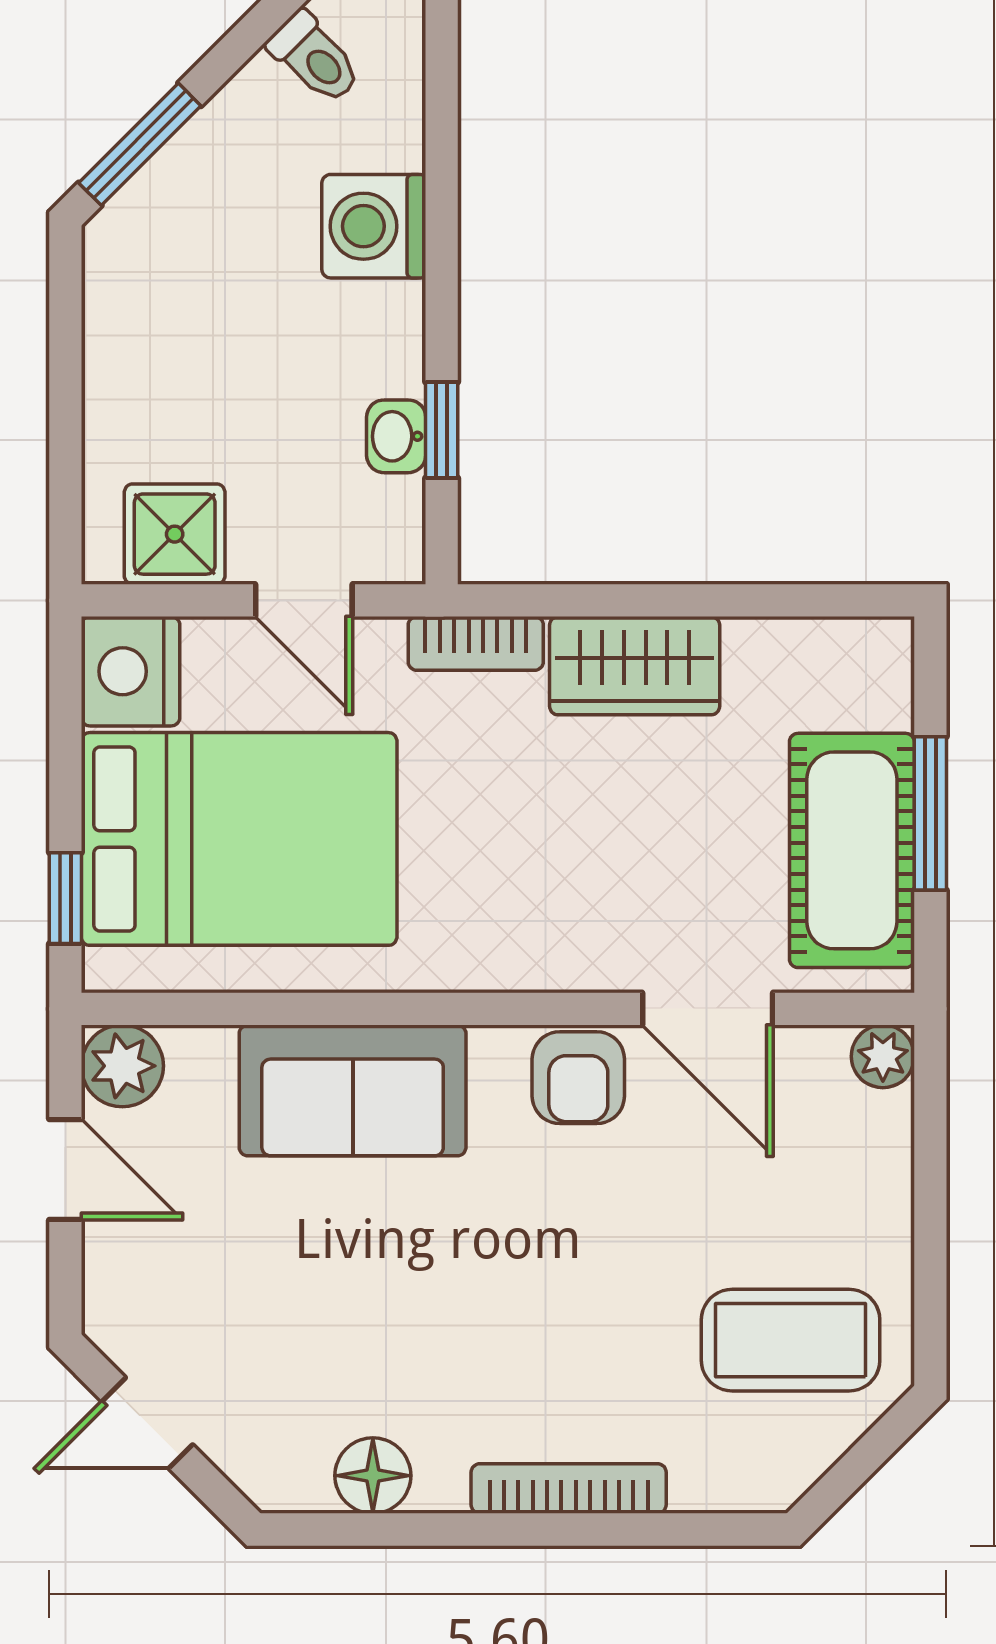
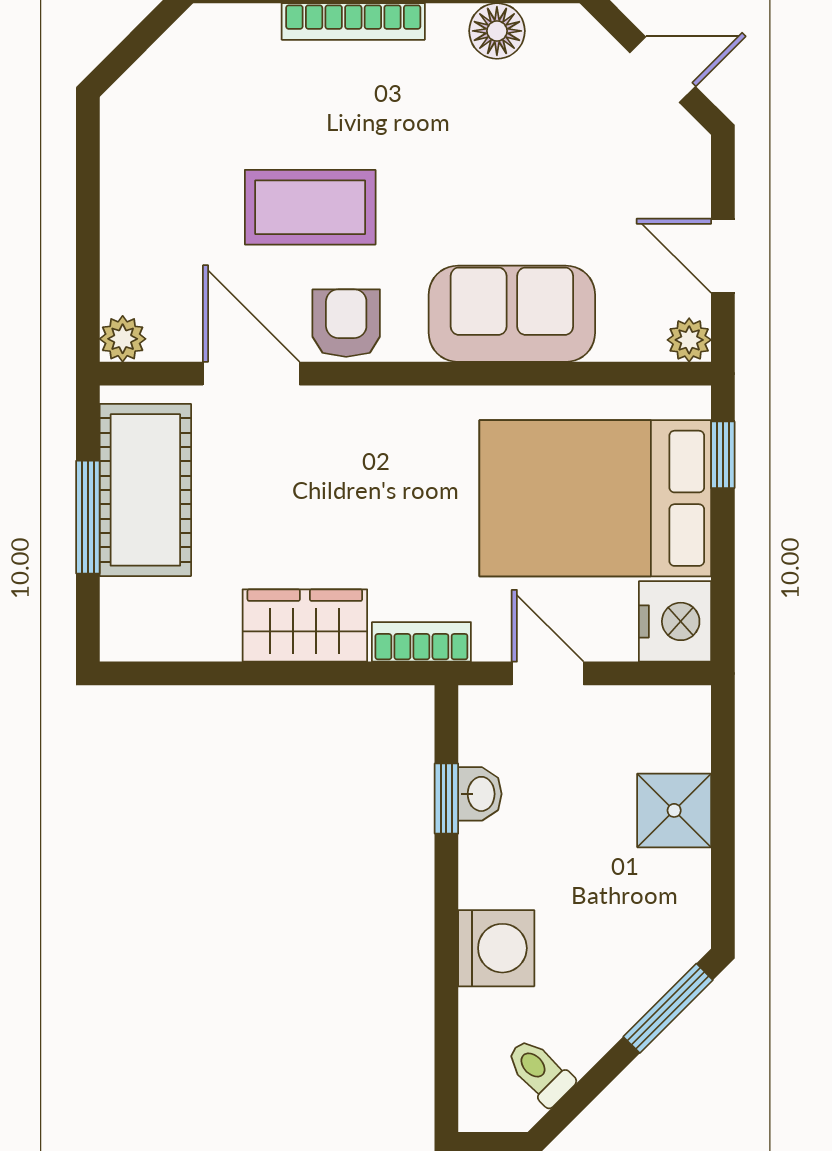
shower: (175, 534) -> (674, 810), moved
plant: (122, 1066) -> (689, 340), width x0.73, depth x0.73
coffee table: (791, 1340) -> (310, 207), moved

